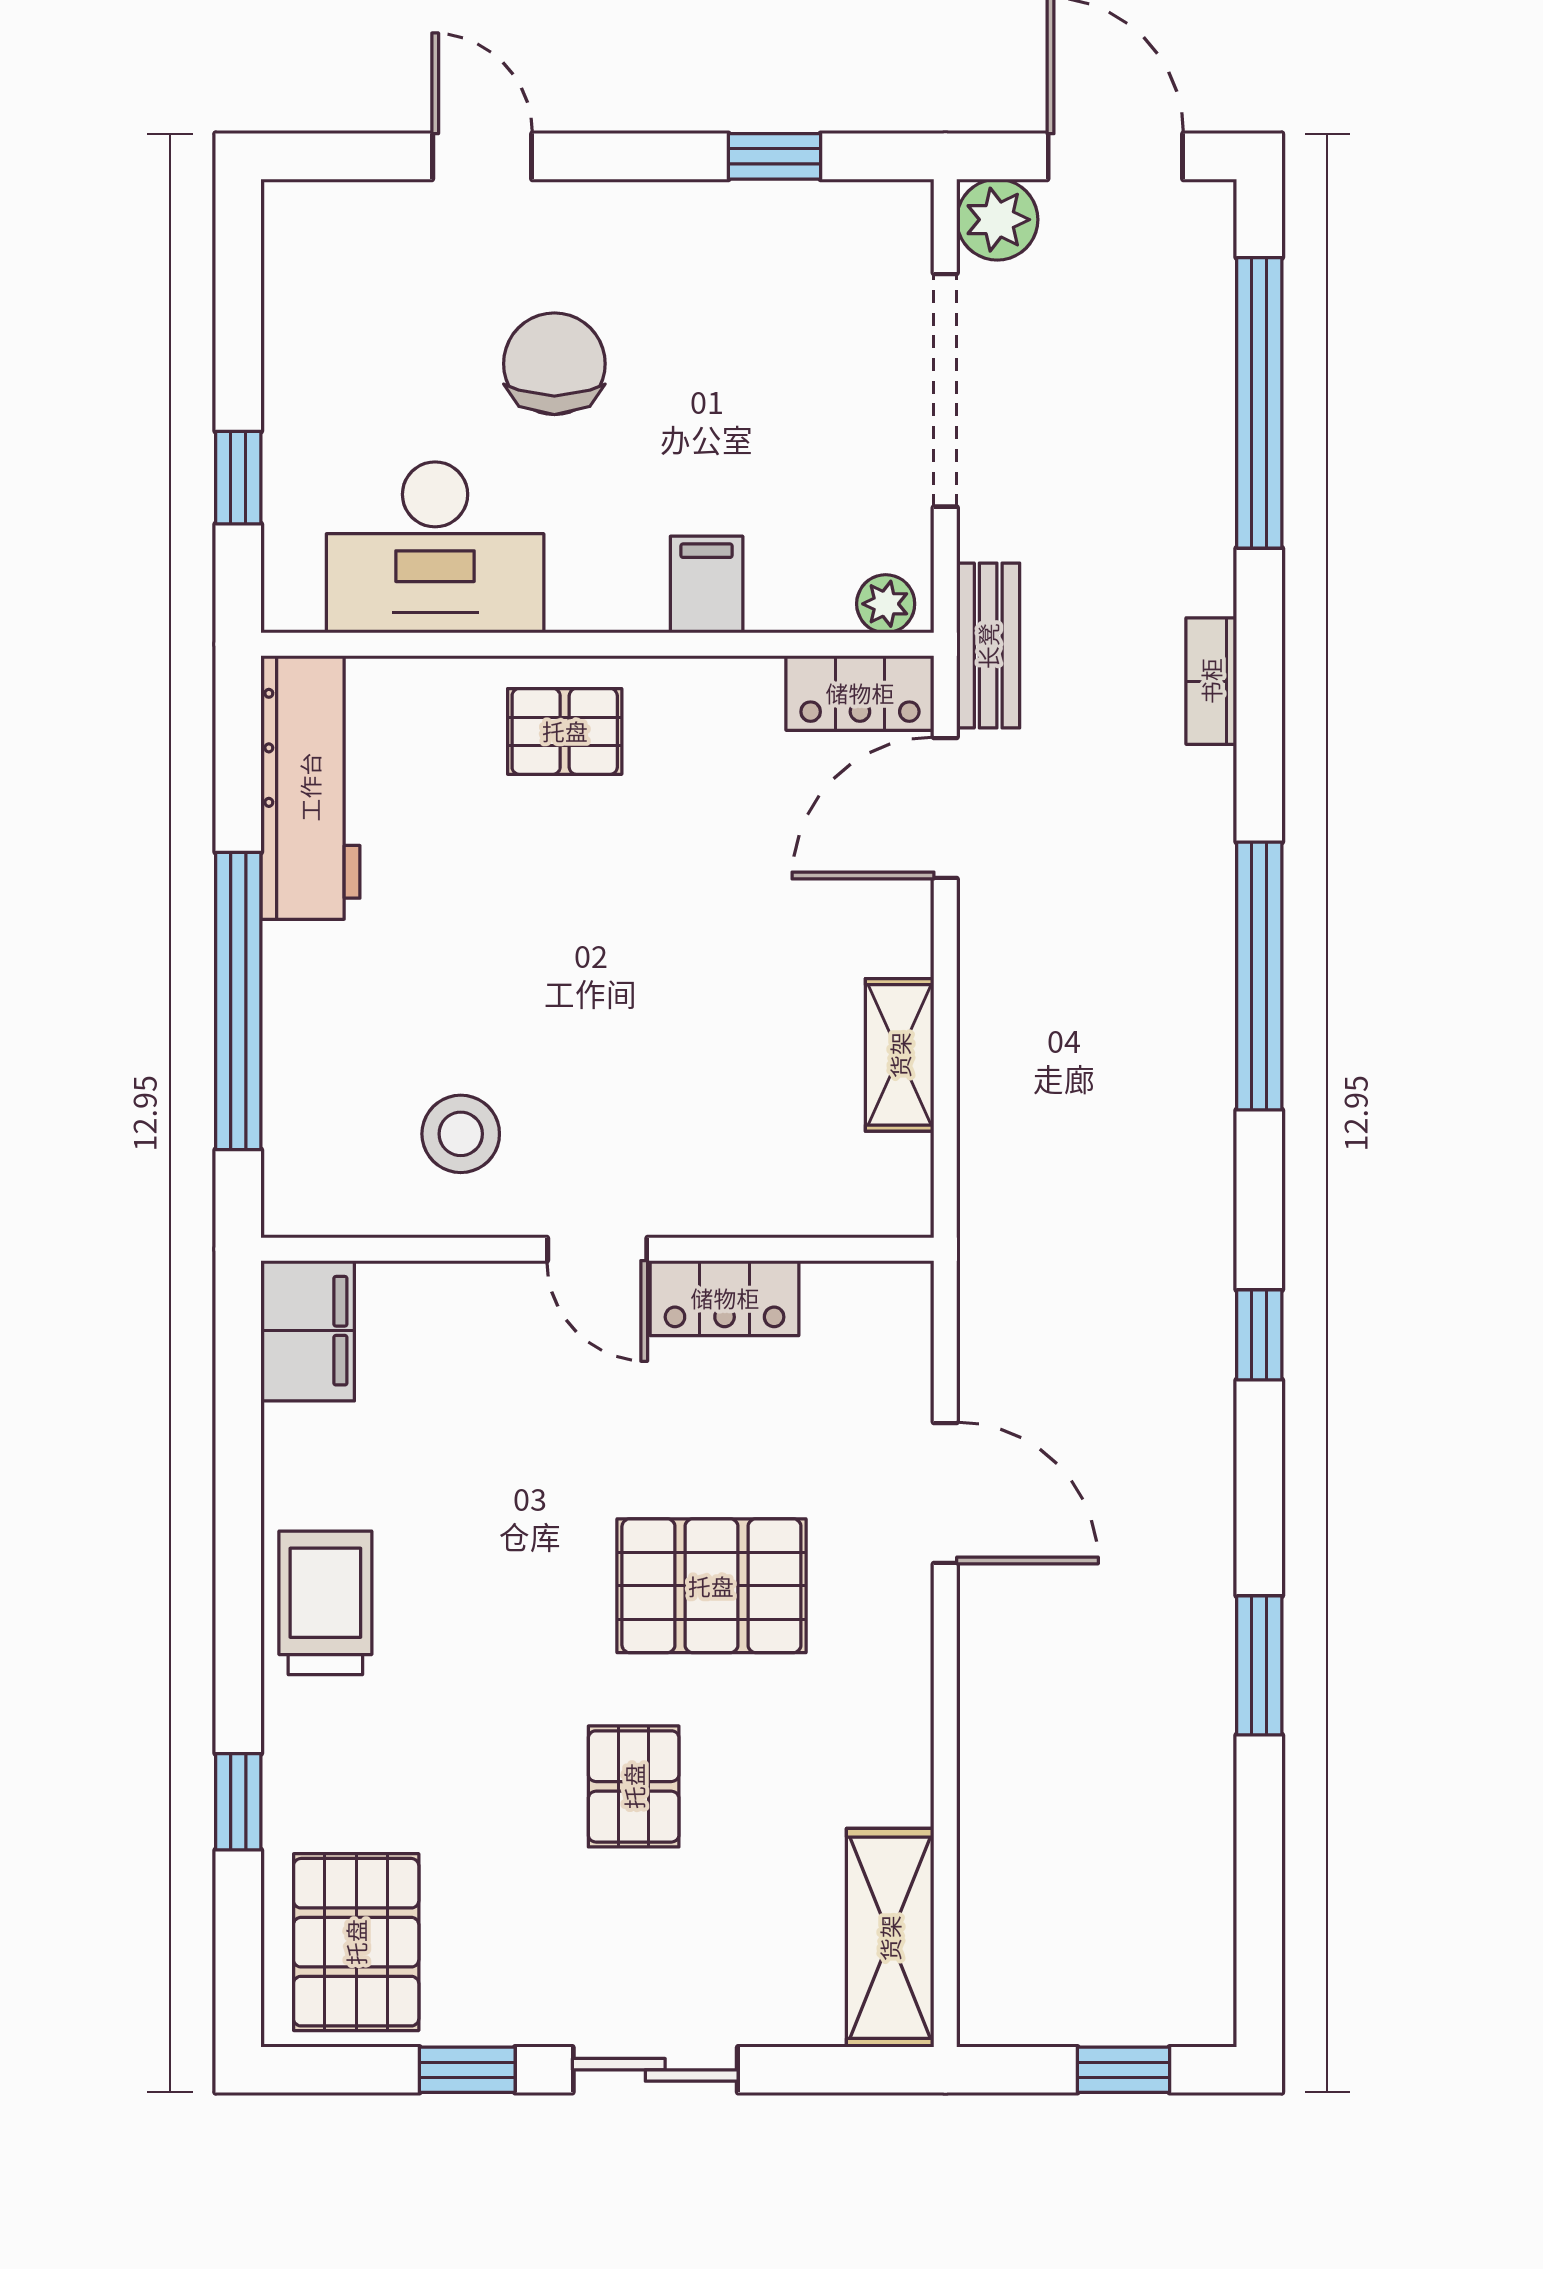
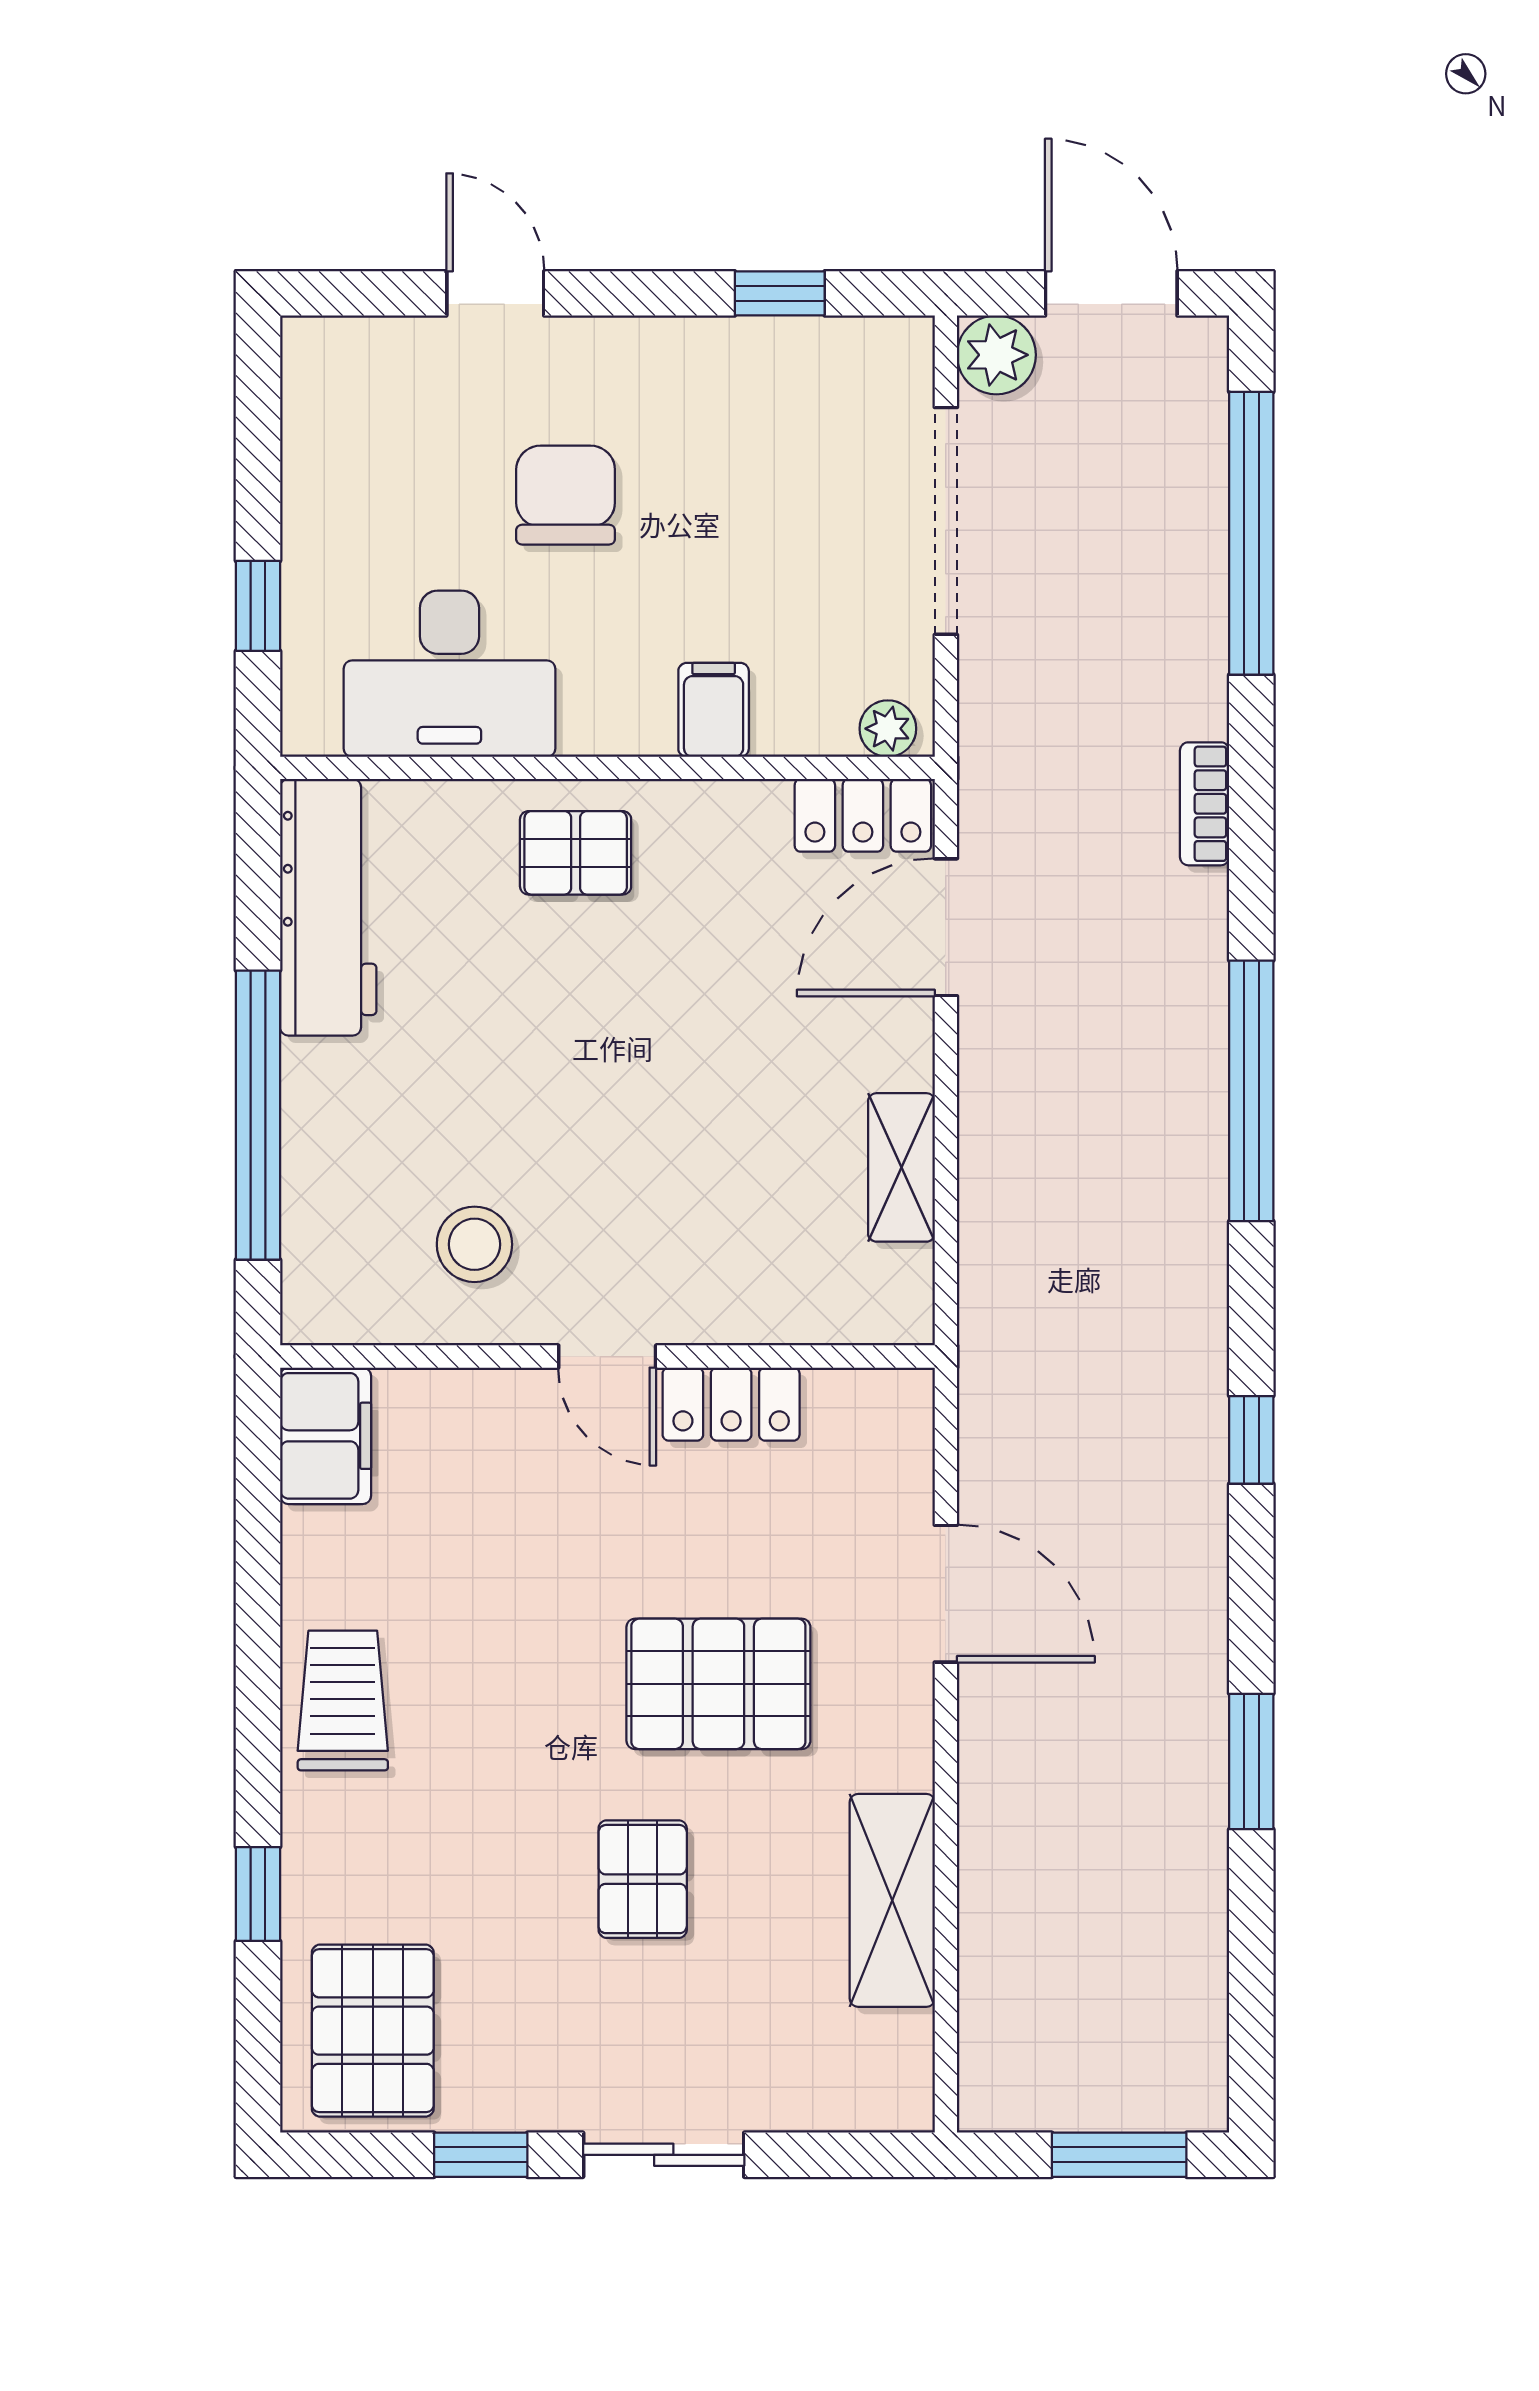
bench: (988, 646) -> (988, 769), removed
shelving: (890, 1938) -> (892, 1900), moved
window: (1123, 2070) -> (1119, 2155), width x1.50

